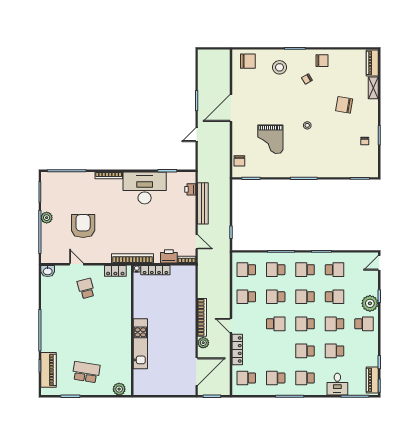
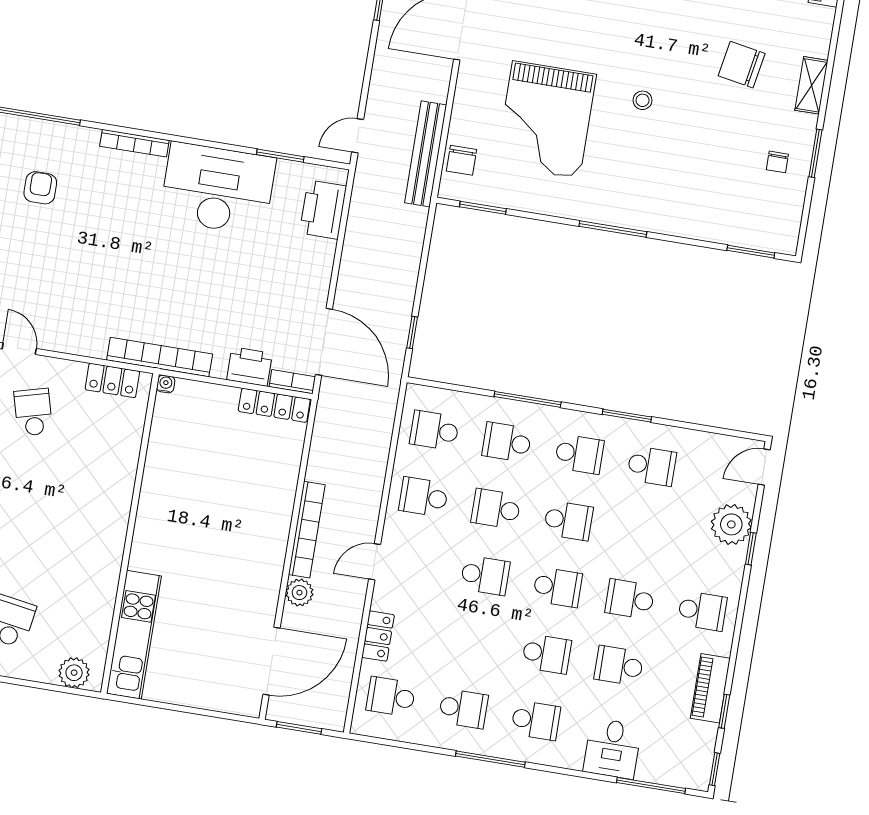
shelving: (373, 88) -> (811, 85), moved
door: (197, 135) -> (358, 136), moved
grand piano: (270, 139) -> (546, 120), width x1.37, depth x1.48
printer: (190, 189) -> (323, 210), width x1.87, depth x1.48
bench: (203, 203) -> (426, 154), moved
armchair: (83, 226) -> (40, 188), moved, width x0.53, depth x0.53
door: (197, 242) -> (324, 342), width x1.88
locker: (155, 270) -> (274, 405), moved
school desk: (305, 270) -> (579, 454), turned 180
school desk: (305, 297) -> (568, 521), turned 180
school desk: (335, 297) -> (641, 533), removed
plant: (370, 303) -> (731, 524), moved
school desk: (305, 324) -> (557, 587), turned 180
door: (231, 326) -> (375, 562), hinge flipped
kitchen unit: (140, 344) -> (134, 635), moved
locker: (237, 350) -> (378, 636), width x0.66
school desk: (305, 351) -> (547, 654), turned 180
school desk: (276, 378) -> (463, 709), turned 180
school desk: (305, 378) -> (536, 720), turned 180
piano: (372, 380) -> (710, 688), moved

